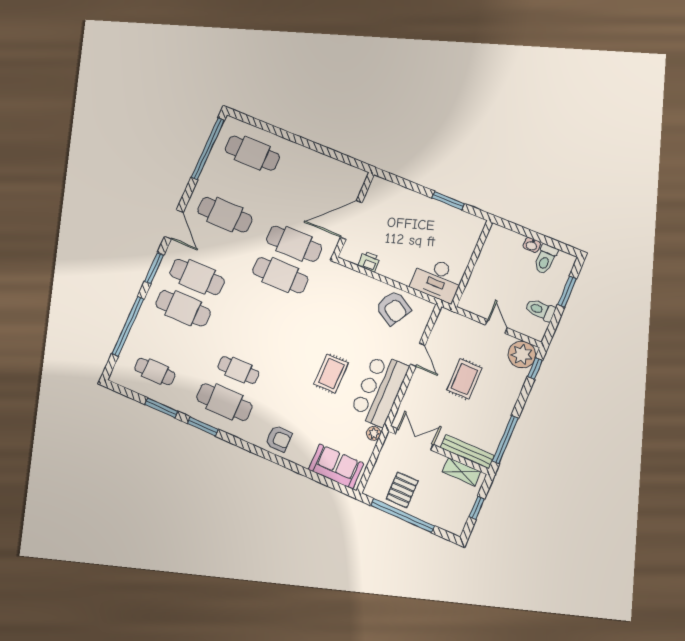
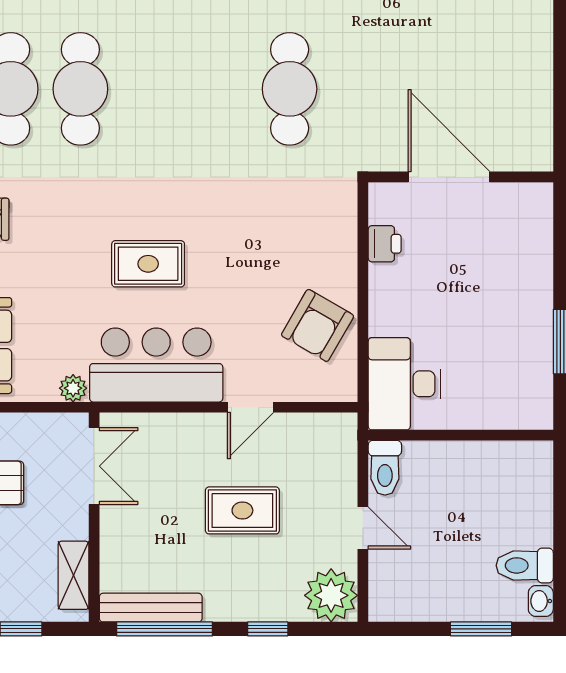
cafe table: (294, 244) -> (359, 89), removed
washbasin: (532, 245) -> (541, 601), moved
toilet: (540, 310) -> (385, 468), moved, turned 180
door: (496, 326) -> (363, 528), hinge flipped
window: (535, 369) -> (268, 629), moved
cafe table: (238, 370) -> (80, 89), width x1.37, depth x1.35
bench: (467, 452) -> (151, 608), moved, turned 90

